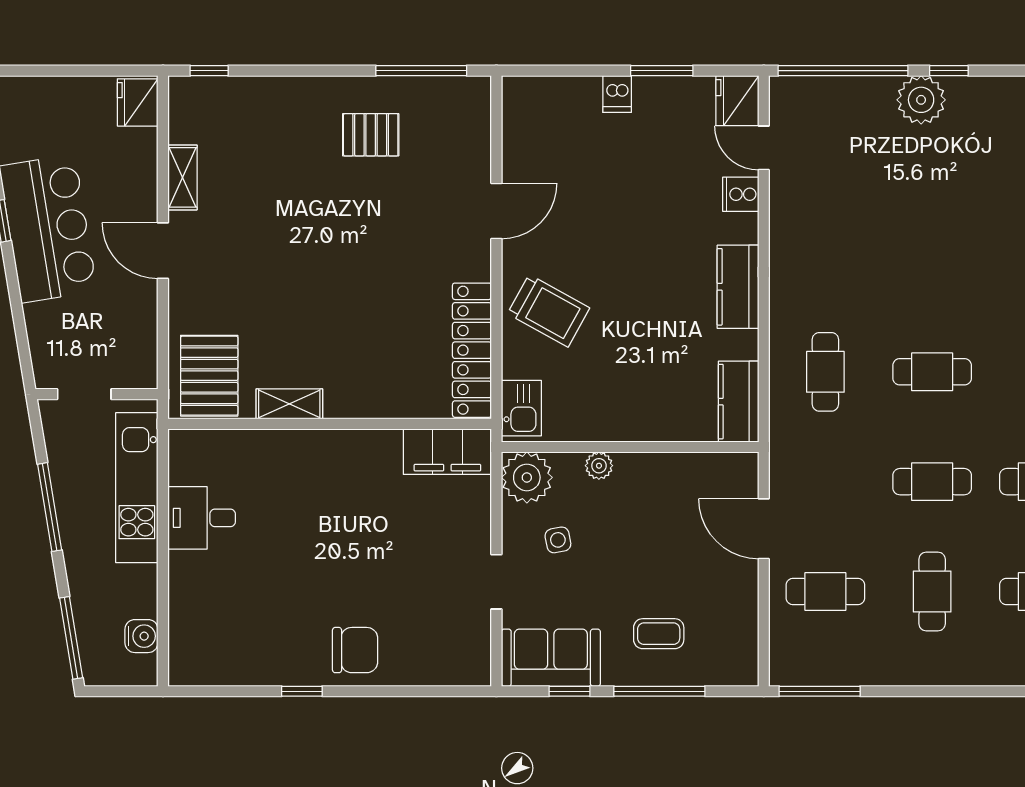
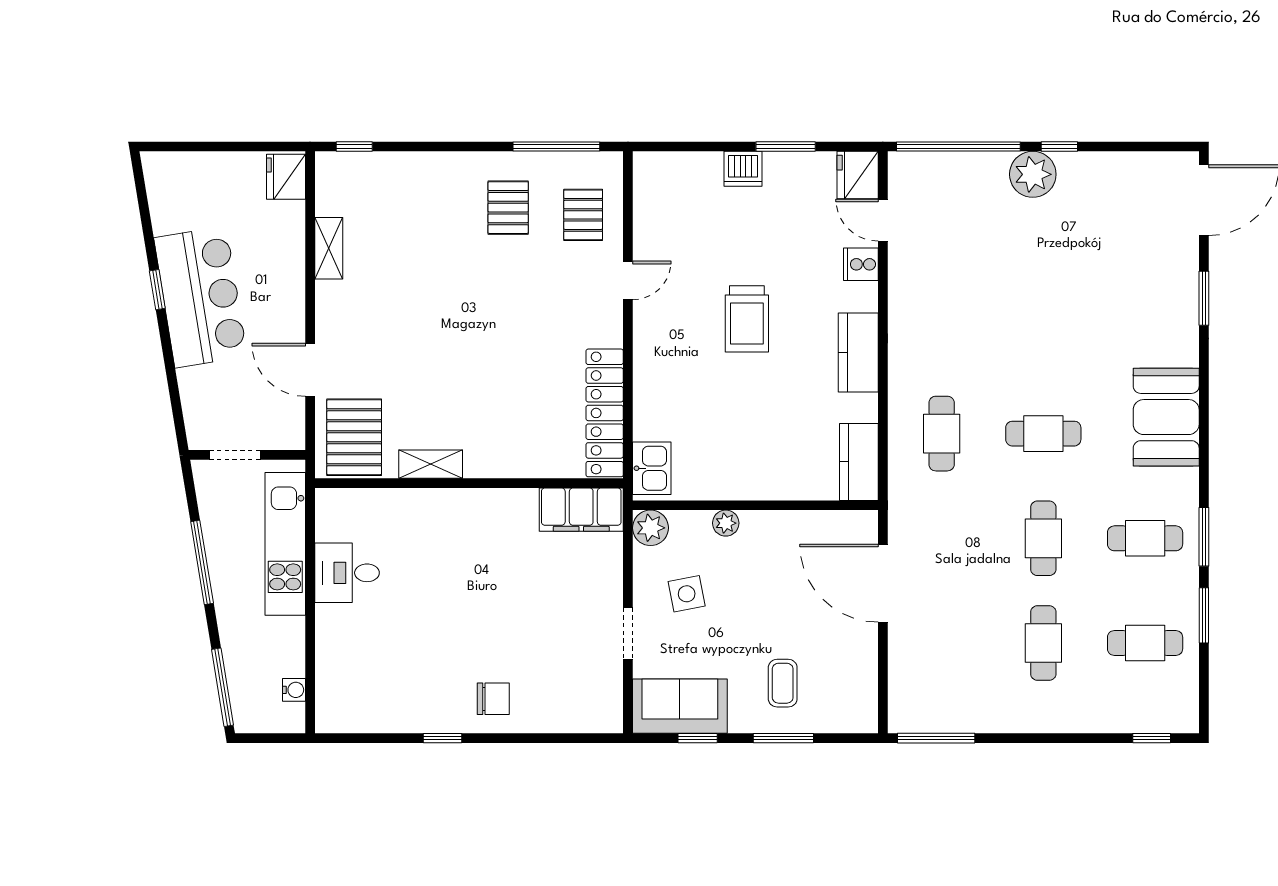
dishwasher: (617, 94) -> (743, 169), width x1.38
pallet: (371, 135) -> (508, 208), turned 90
pallet: (449, 142) -> (583, 215), added
door: (496, 211) -> (628, 280), width x0.73
door: (163, 251) -> (310, 370), moved
trolley: (549, 311) -> (747, 319), moved, turned 61
plant: (527, 477) -> (650, 528), width x0.73, depth x0.73
cafe table: (932, 482) -> (1043, 538), turned 90
door: (764, 529) -> (883, 583), width x1.36
side table: (558, 540) -> (687, 594), width x1.37, depth x1.37
cafe table: (825, 591) -> (942, 643), removed
coffee table: (659, 634) -> (783, 683), turned 90
water cooler: (141, 636) -> (294, 690), width x0.72, depth x0.72
chair: (355, 650) -> (493, 699), width x0.73, depth x0.73
window: (659, 691) -> (783, 738), width x0.69

